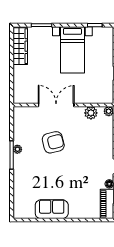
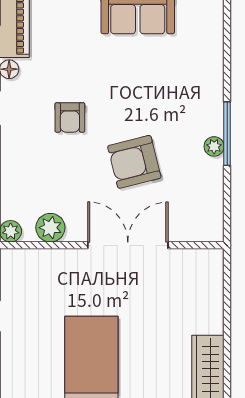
double door: (56, 105) -> (128, 245), swing flipped
armchair: (82, 162) -> (70, 117), added

